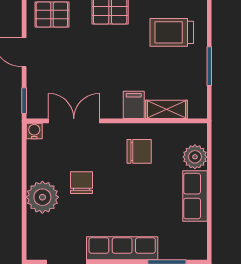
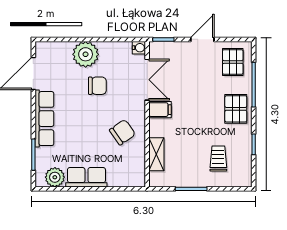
trolley: (172, 32) -> (218, 158), width x0.73, depth x0.72
filing cabinet: (134, 105) -> (160, 110), moved
chair: (139, 151) -> (122, 132), turned -125
plant: (195, 157) -> (55, 177), moved

